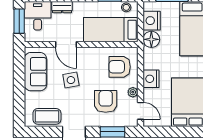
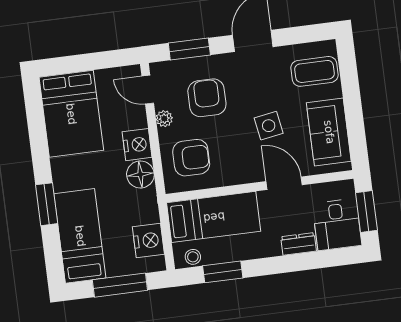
floor lamp: (151, 39) -> (140, 174), moved
armchair: (106, 101) -> (207, 98), turned 180
coffee table: (47, 116) -> (314, 71), moved

